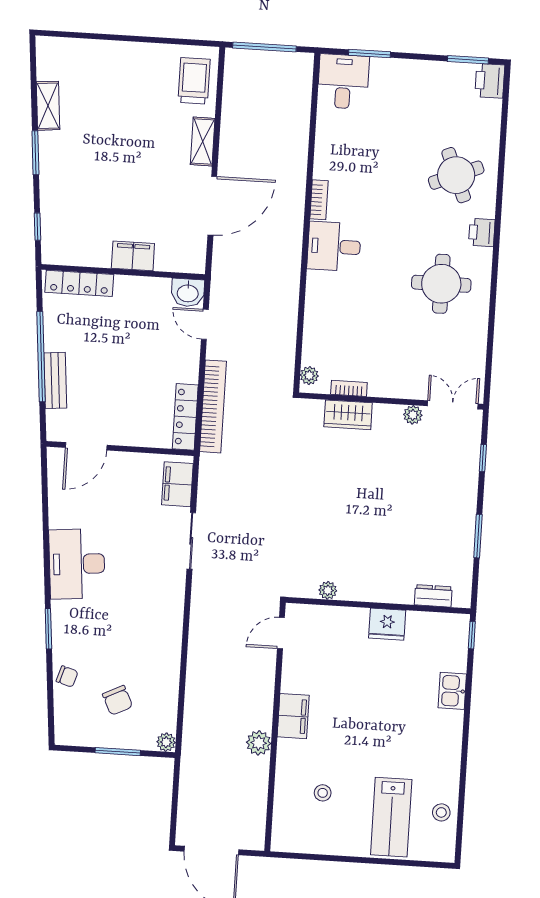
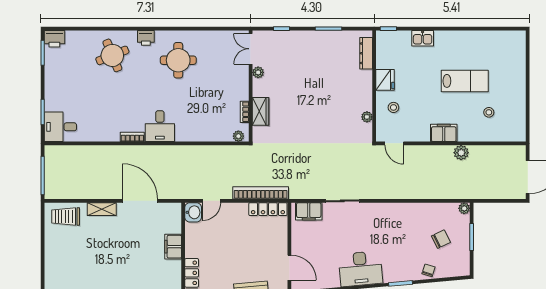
dresser: (433, 596) -> (366, 53), width x1.44
stool: (441, 812) -> (393, 107), moved
lab bench: (391, 817) -> (465, 81), moved

